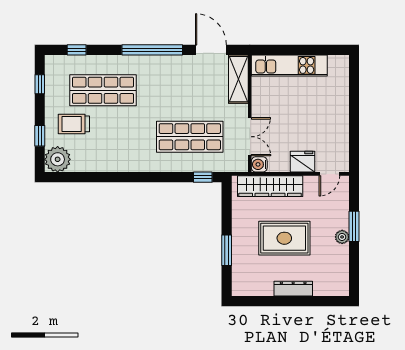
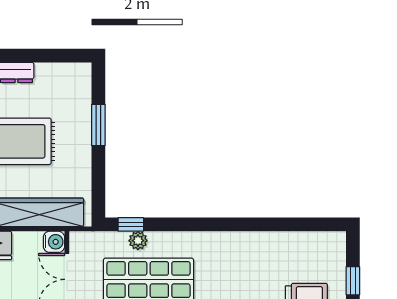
plant: (58, 159) -> (138, 241), moved, width x0.53, depth x0.53

